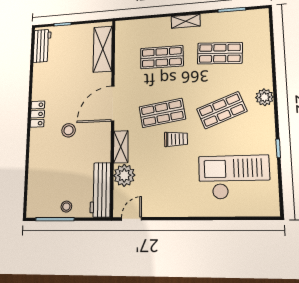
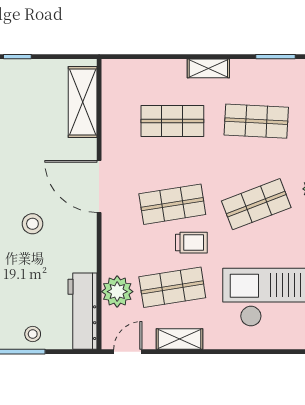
door: (113, 103) -> (99, 187), hinge flipped
shelving: (121, 147) -> (180, 339), moved, turned 90
shop shelf: (163, 171) -> (172, 287), added

